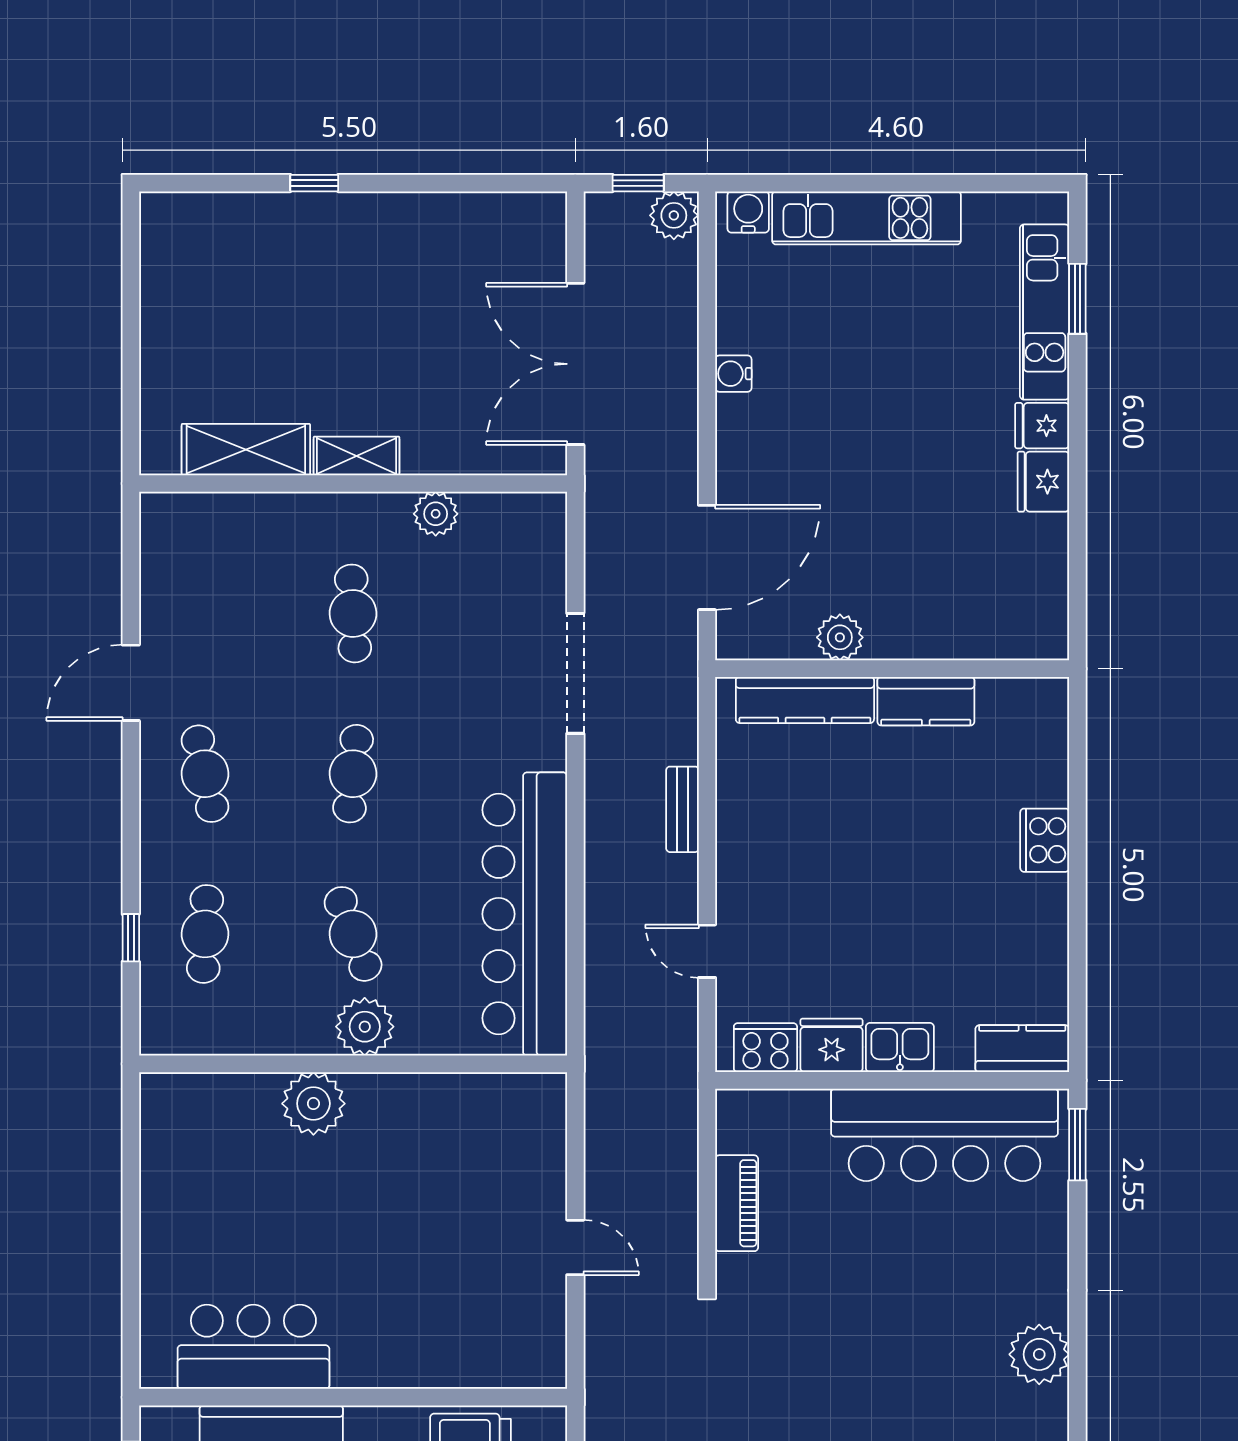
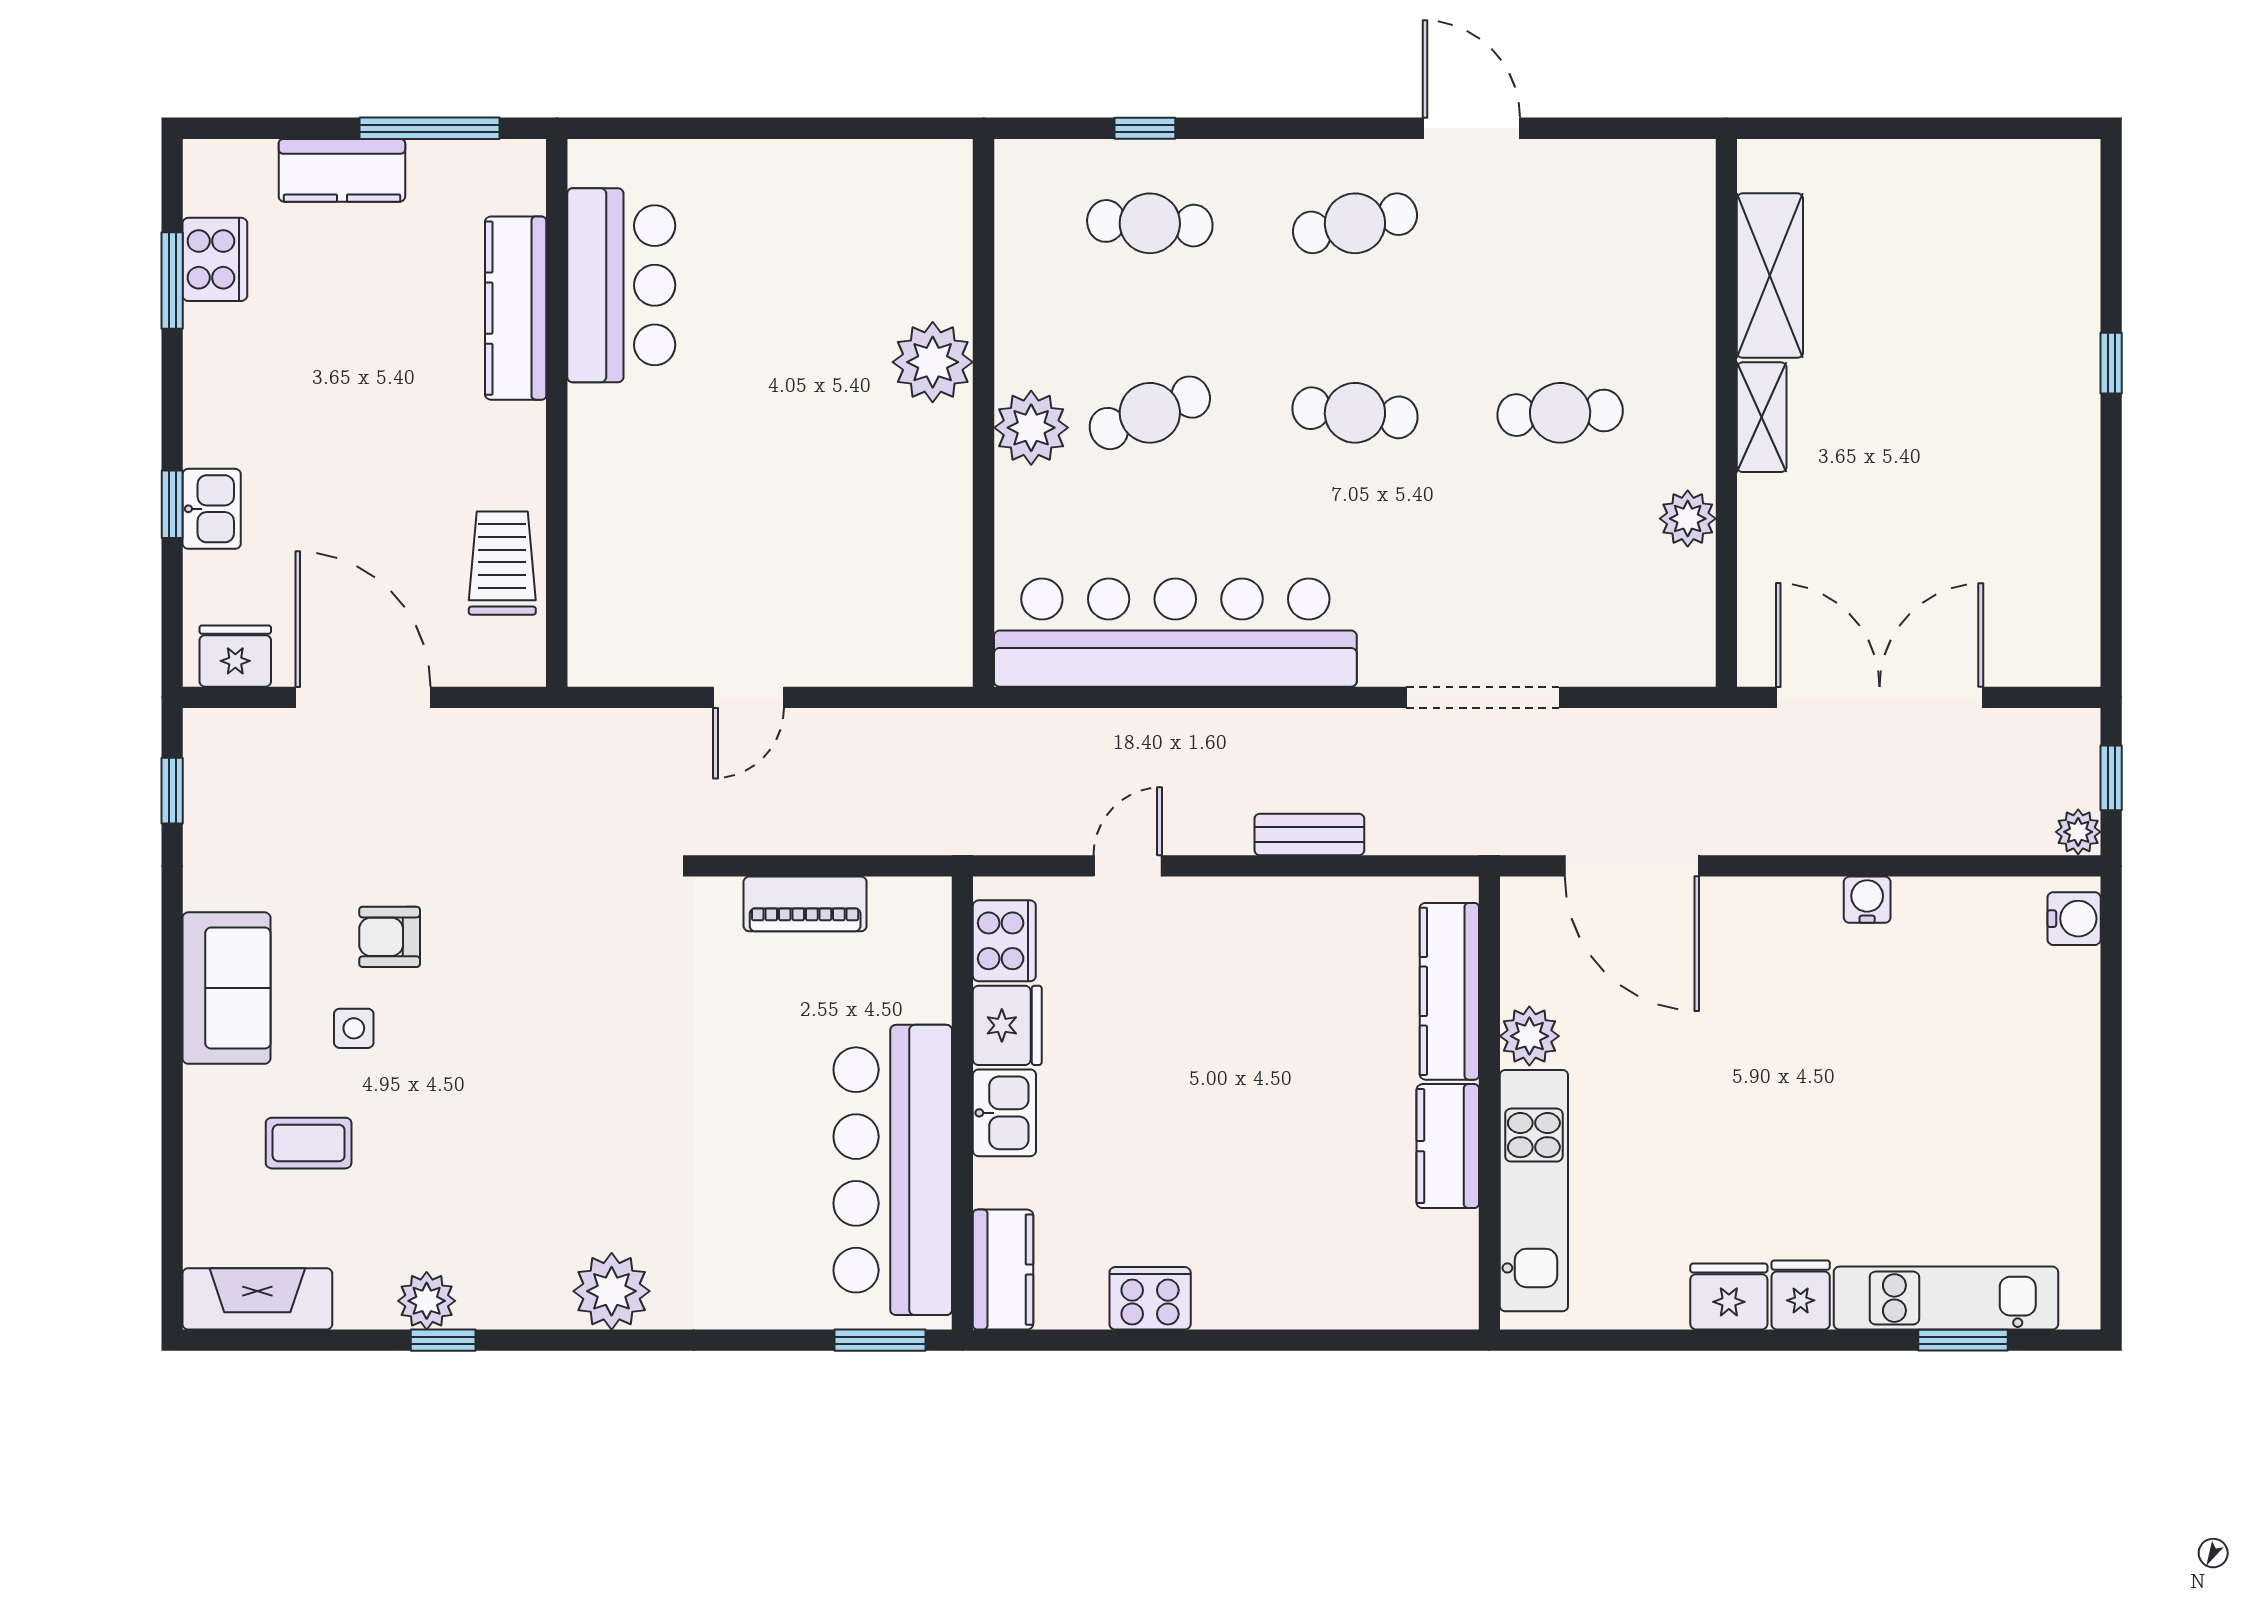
plant: (674, 215) -> (2078, 832), width x0.73, depth x0.73
kitchen unit: (866, 218) -> (1534, 1191), moved, turned 180
cooker: (1045, 840) -> (1150, 1298), moved

